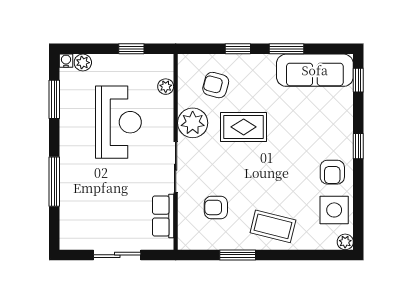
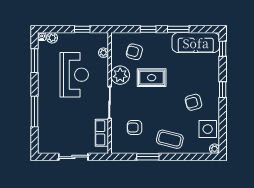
armchair: (332, 172) -> (194, 102), moved, turned 74

